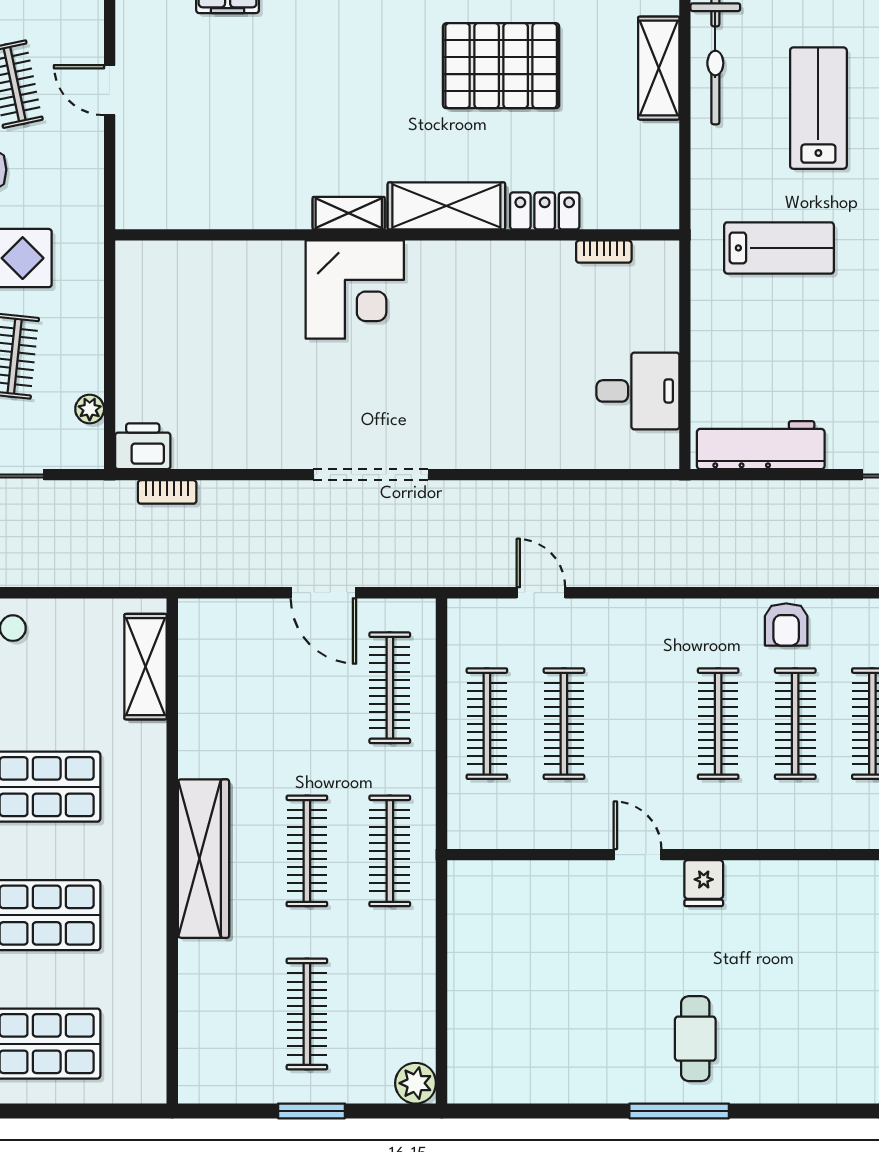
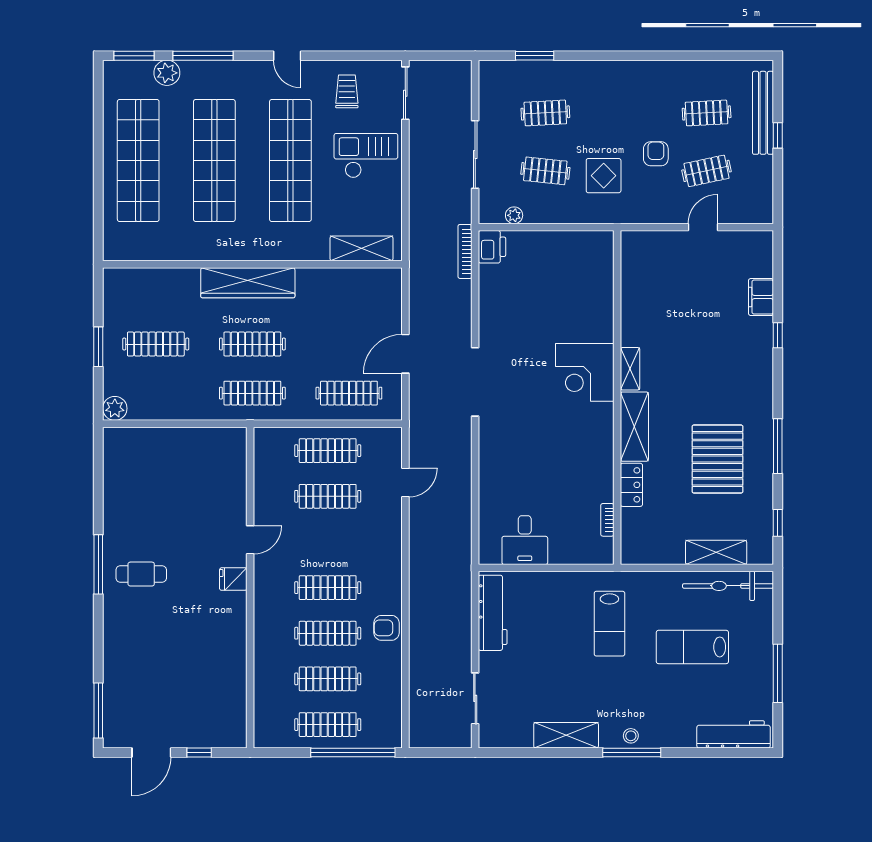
lab bench: (818, 108) -> (692, 647), turned 180
bookcase: (167, 492) -> (465, 251), width x1.56

